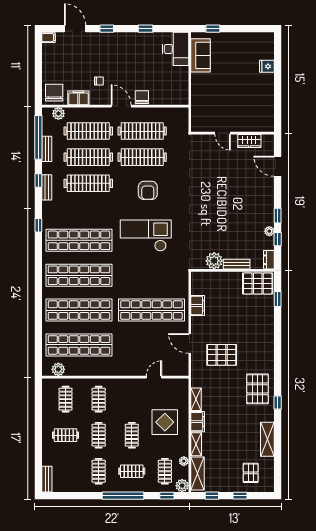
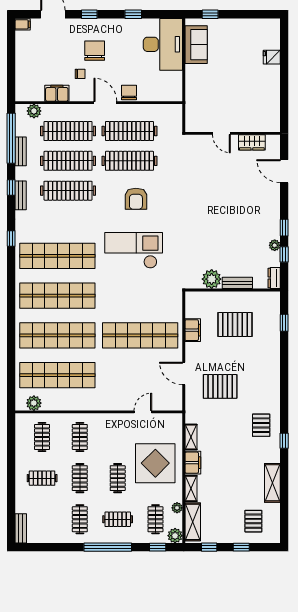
desk: (175, 49) -> (163, 44), width x1.36, depth x1.30
chair: (54, 93) -> (95, 51), moved
pallet: (258, 284) -> (235, 325), moved
pallet: (258, 389) -> (261, 425), width x0.67, depth x0.71
display table: (165, 422) -> (155, 463), width x1.36, depth x1.36

